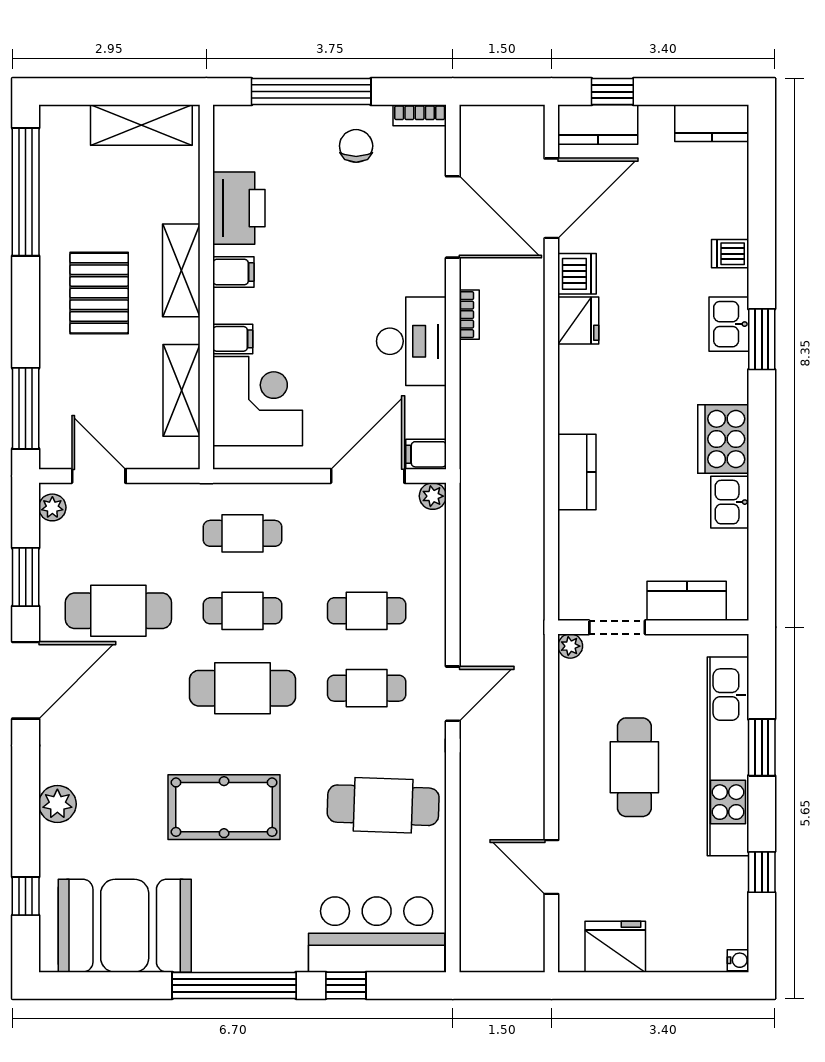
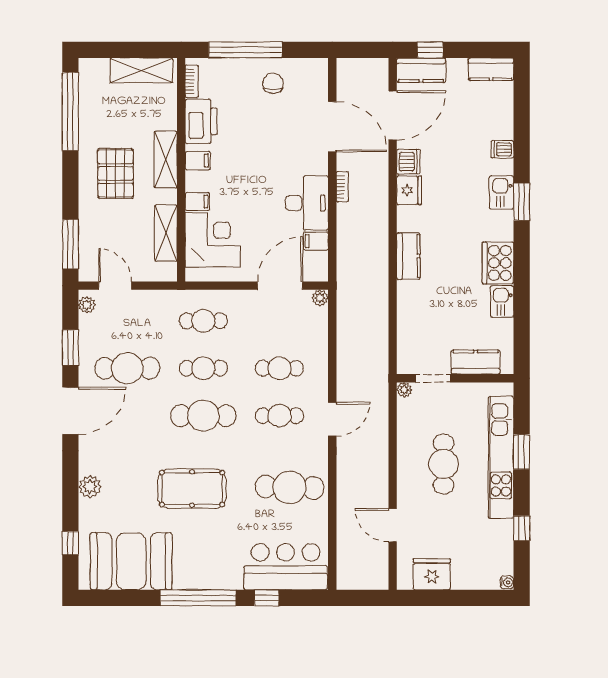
bookcase: (420, 115) -> (192, 81), moved, turned -90
filing cabinet: (426, 454) -> (316, 241), moved
kitchen counter: (577, 472) -> (408, 256), moved

